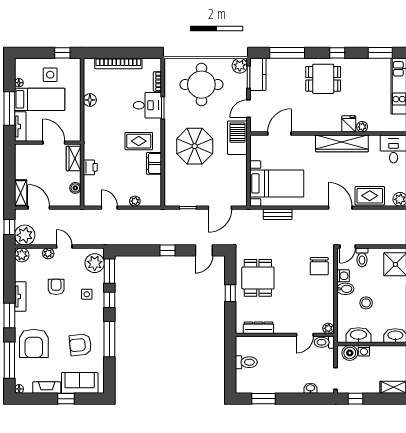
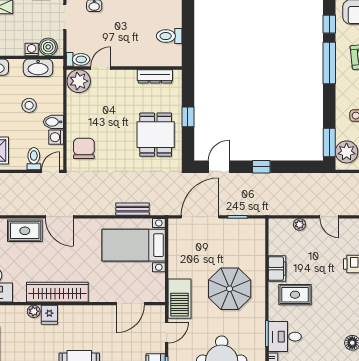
door: (220, 208) -> (200, 217), width x1.36
window: (109, 300) -> (329, 24), moved
plant: (328, 328) -> (79, 81), width x1.88, depth x1.88

